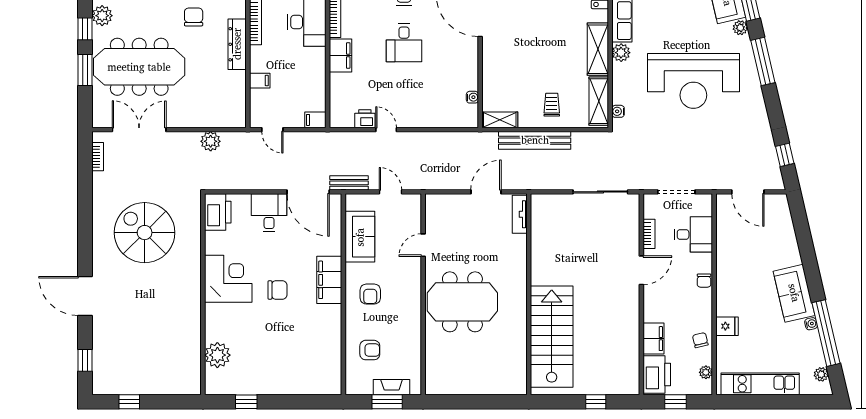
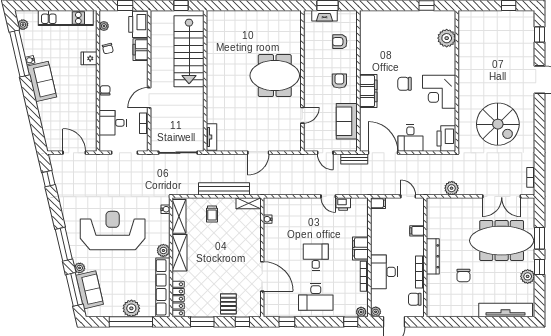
tv unit: (520, 214) -> (211, 137), moved
wall: (529, 294) -> (205, 81), moved
stairs: (552, 337) -> (189, 51), moved

